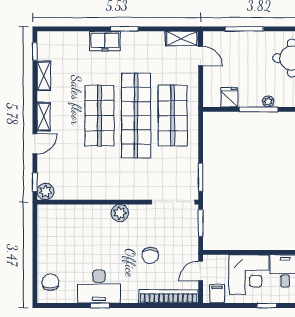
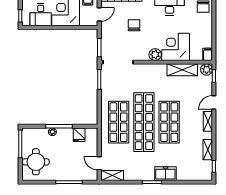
shelving: (81, 191) -> (182, 70), added
filing cabinet: (44, 213) -> (208, 54), added
corner desk: (90, 224) -> (176, 47), added

